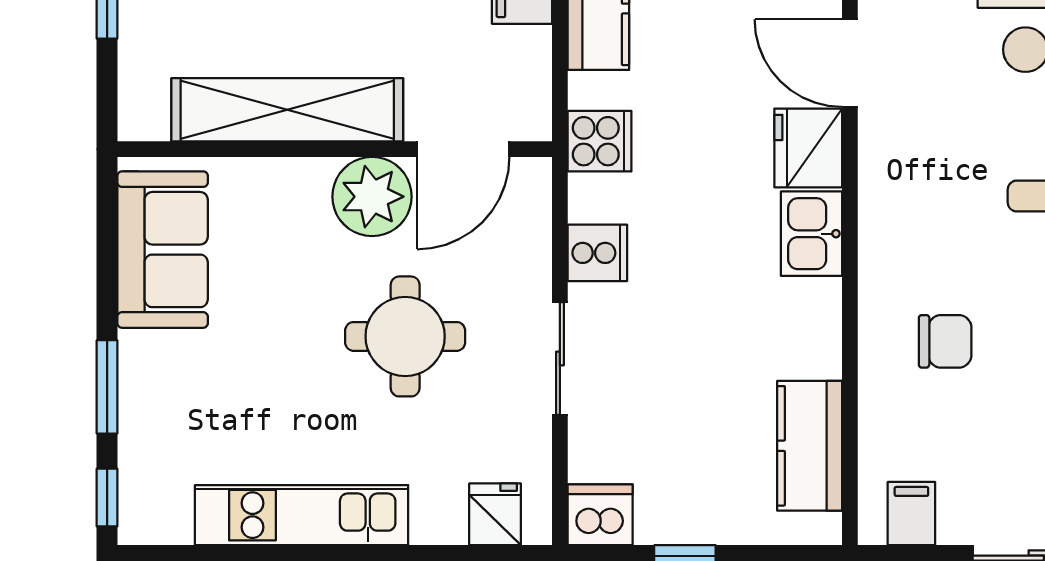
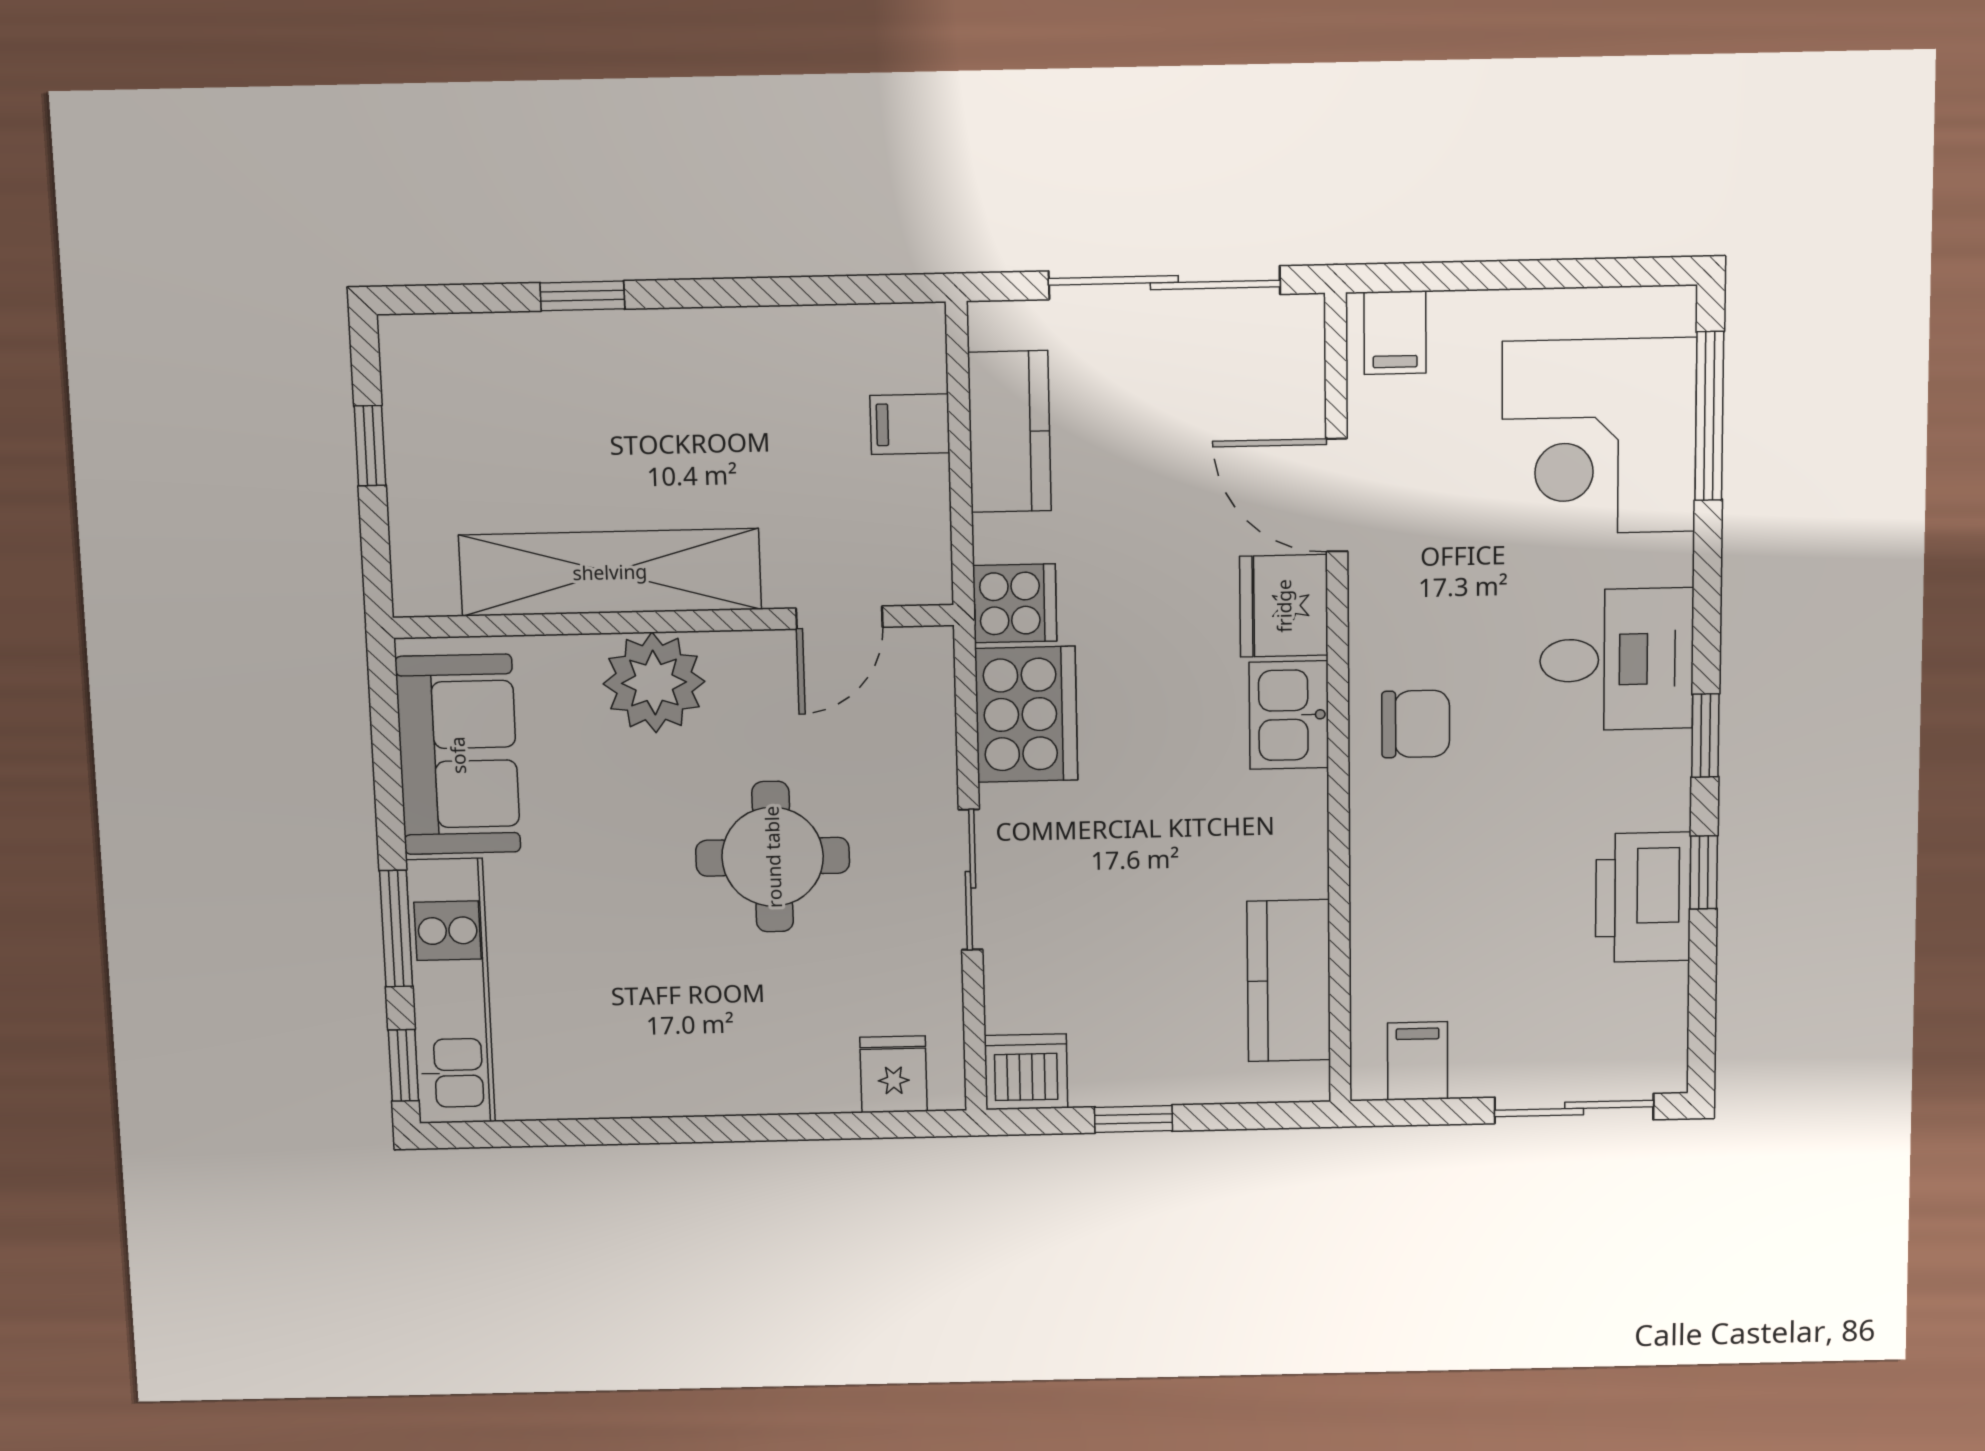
door: (463, 149) -> (839, 618), width x0.73
plant: (372, 197) -> (654, 683), moved
cooker: (597, 253) -> (1026, 714), width x1.87, depth x1.31
chair: (945, 341) -> (1416, 724), moved
kitchen unit: (302, 515) -> (451, 992), moved, turned 90

